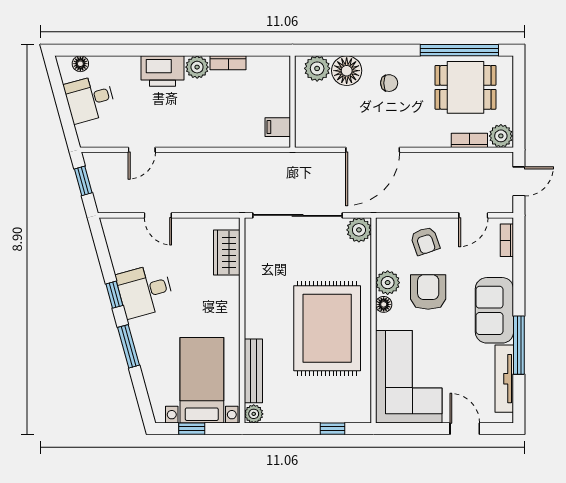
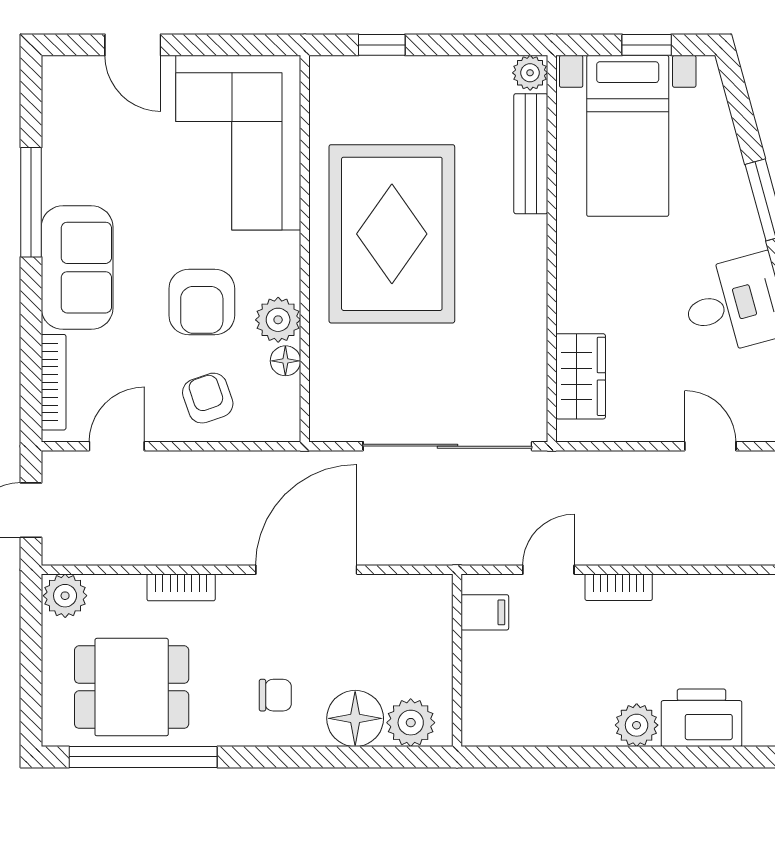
bookcase: (228, 63) -> (619, 587), moved, turned 180
chair: (389, 83) -> (275, 695), turned 180
bookcase: (469, 140) -> (181, 587), moved
door: (142, 150) -> (548, 570), moved
plant: (359, 230) -> (332, 419), removed
bookcase: (507, 240) -> (54, 382), width x1.56
floor lamp: (384, 304) -> (285, 361), moved
tv unit: (504, 379) -> (58, 139), removed

